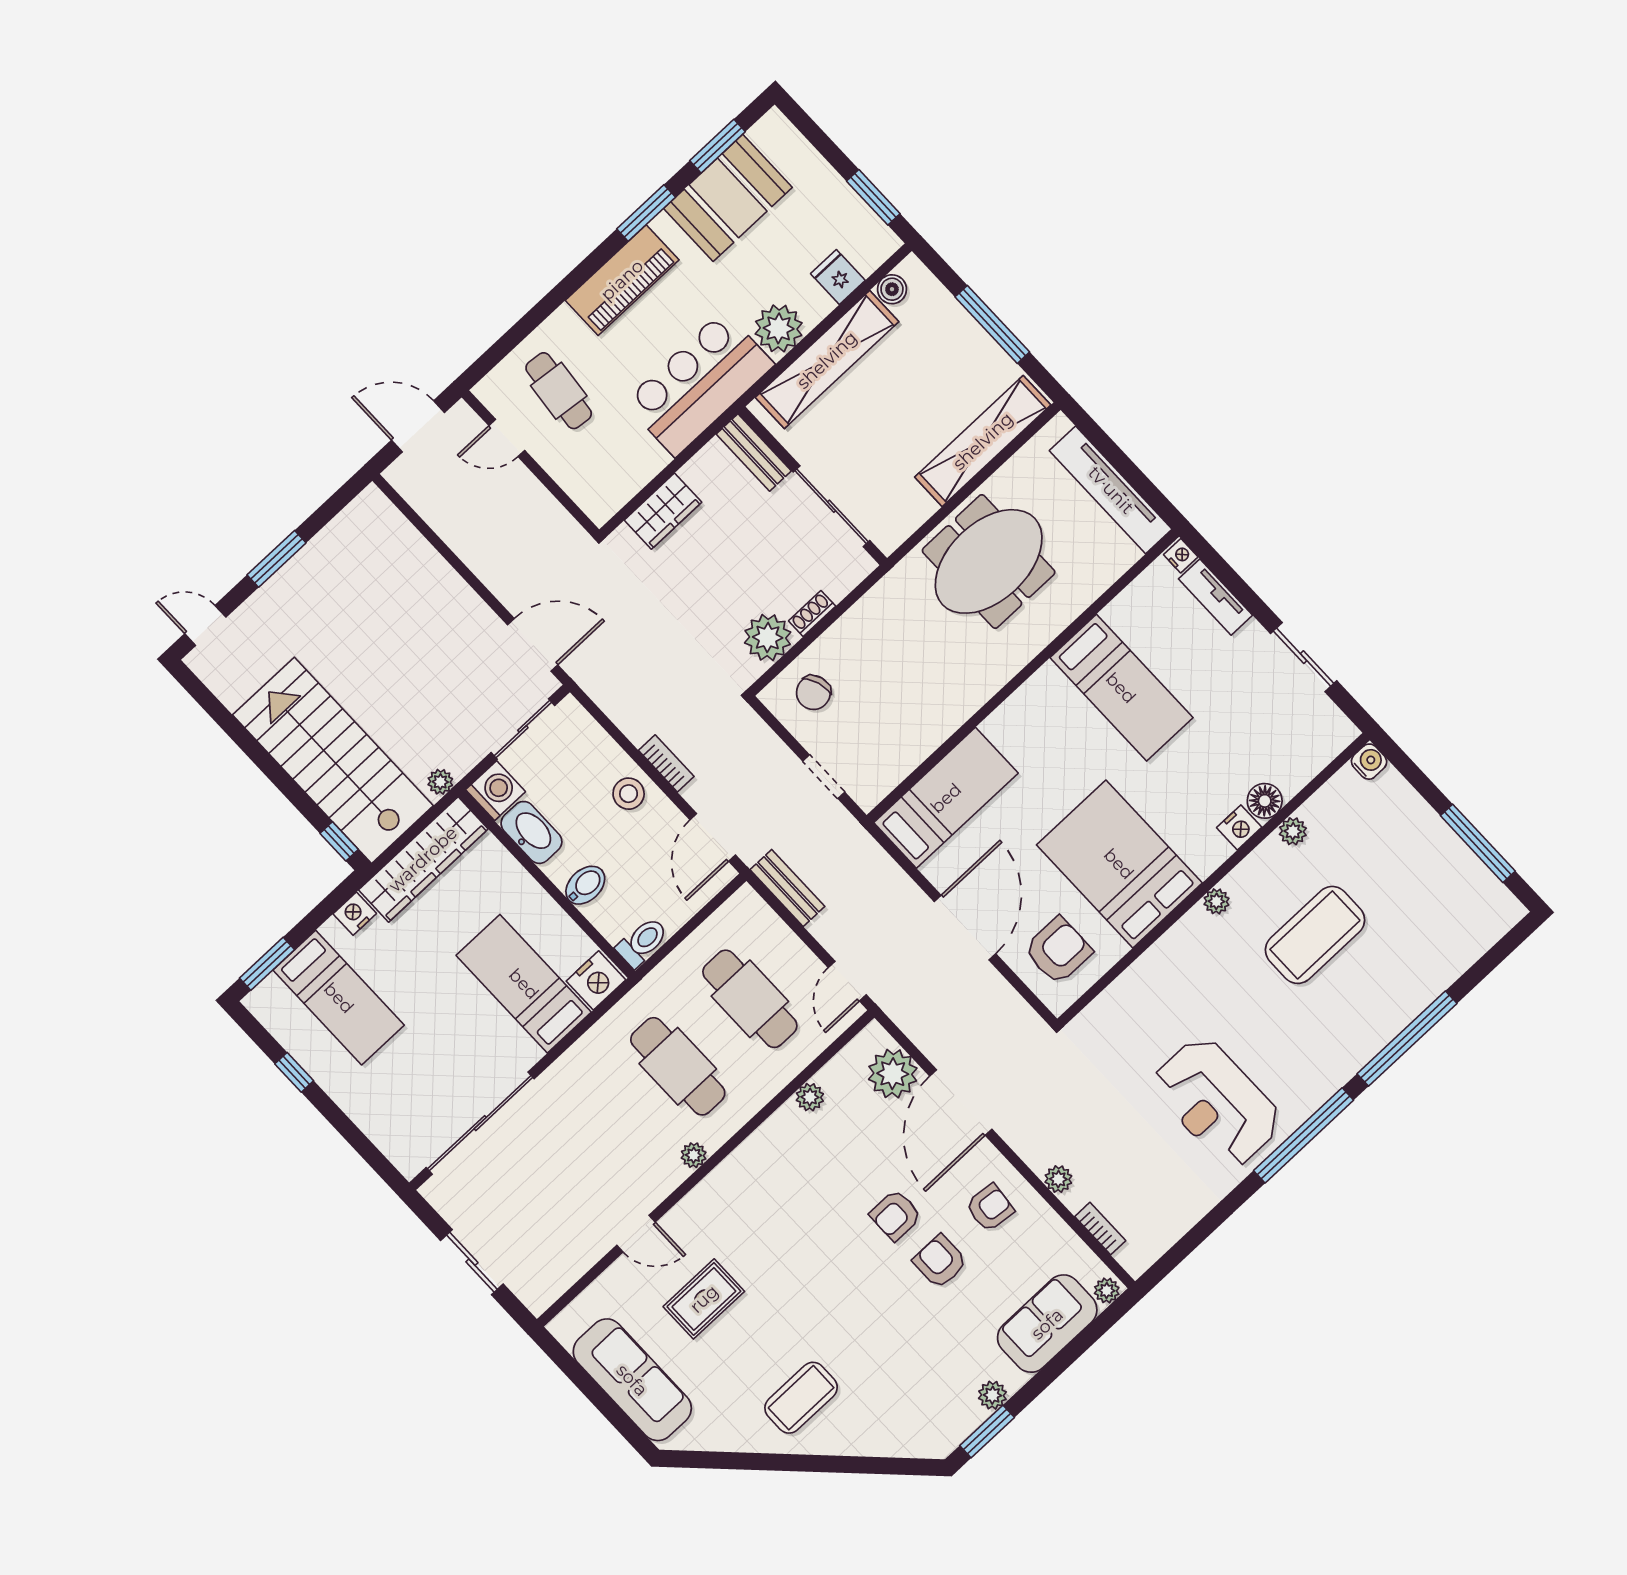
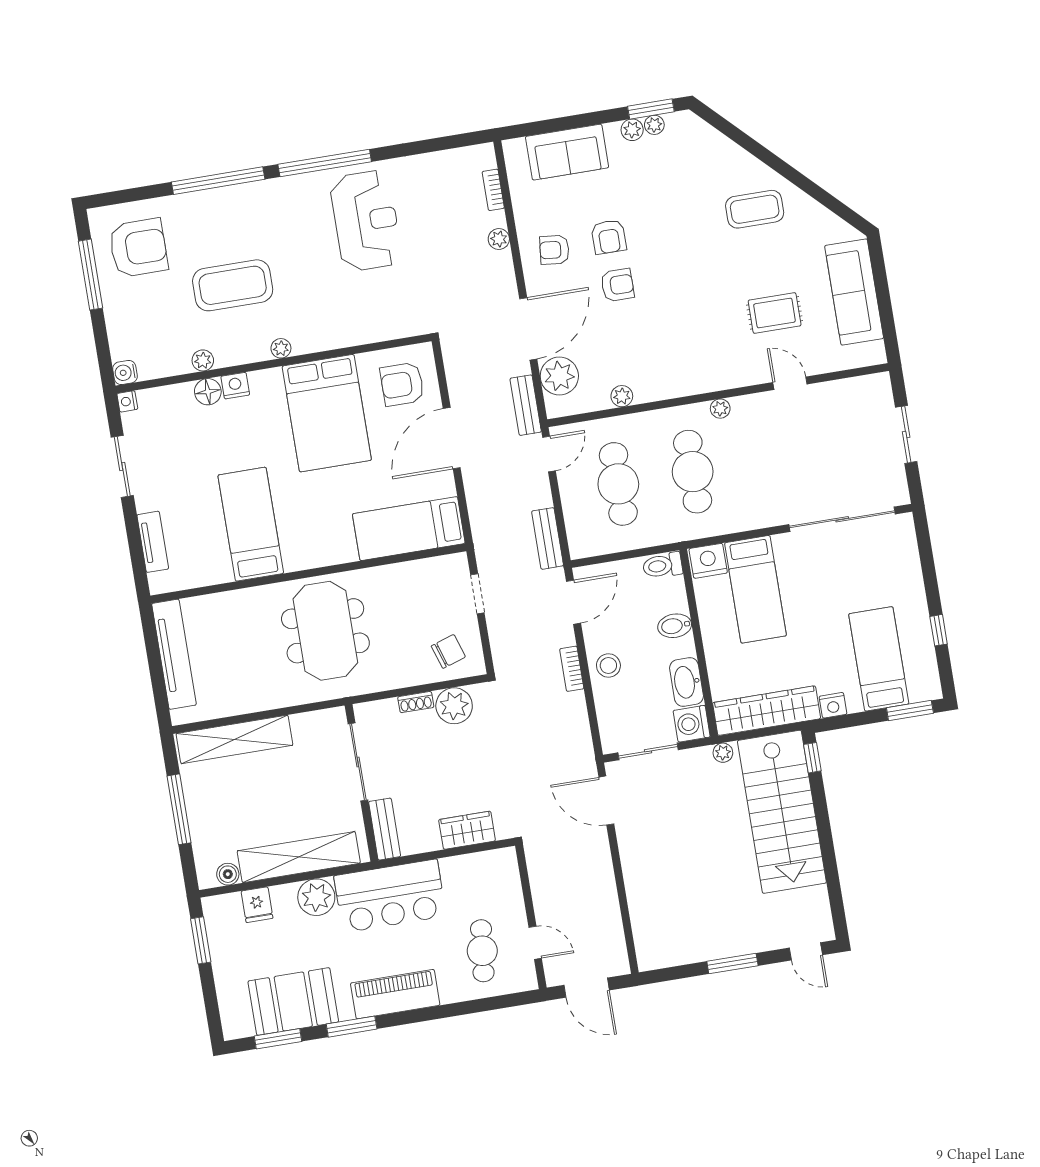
nightstand: (1181, 556) -> (127, 401), moved
meeting table: (989, 561) -> (325, 631), moved, turned 90
armchair: (1445, 907) -> (138, 248), added
bench: (908, 1017) -> (526, 405), added
plant: (1107, 1291) -> (654, 125), moved

